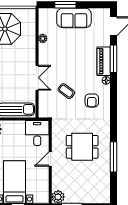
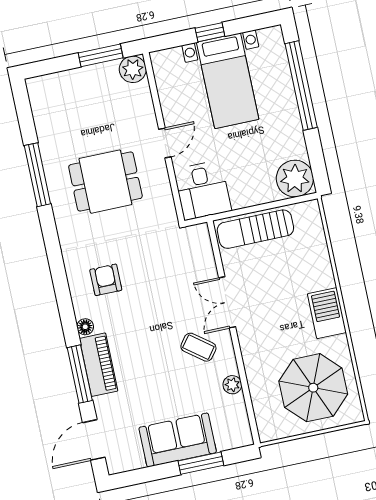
coffee table: (66, 91) -> (198, 347), moved

